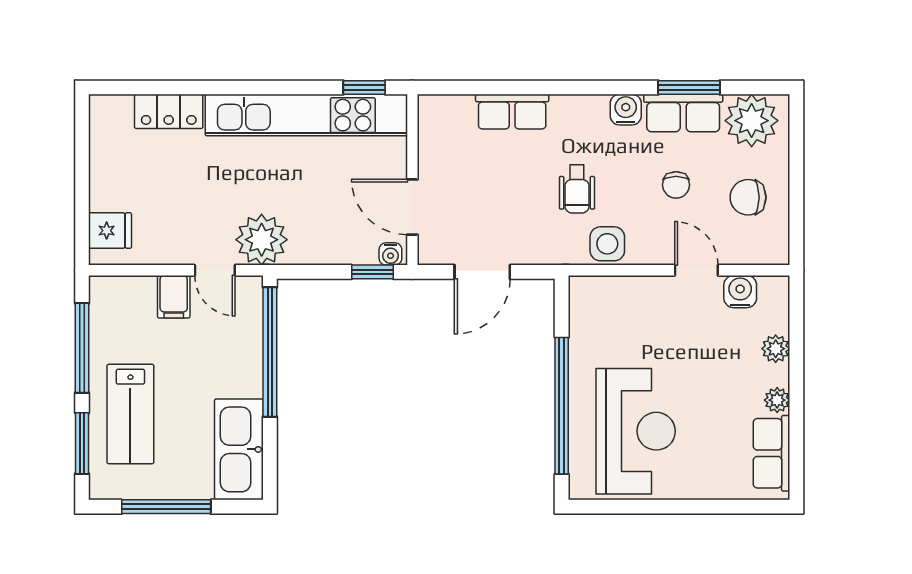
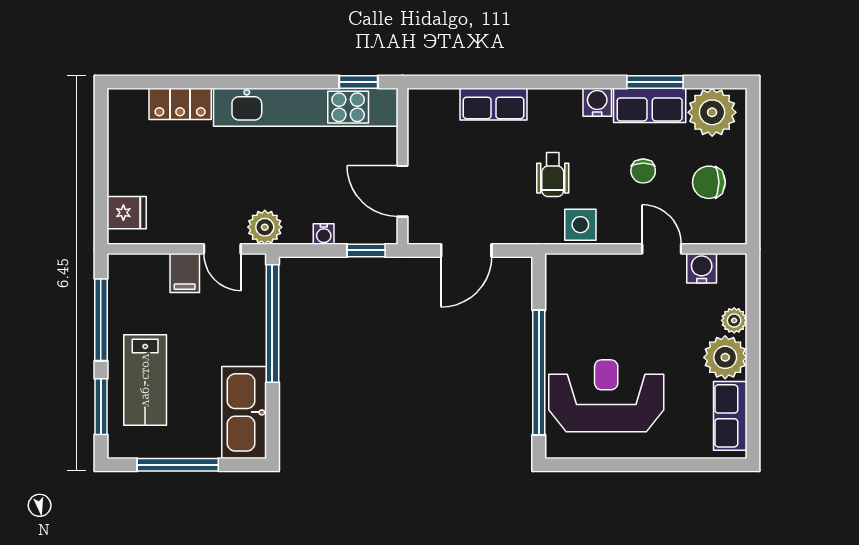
plant: (262, 240) -> (265, 227), width x0.73, depth x0.73
water cooler: (390, 254) -> (324, 234), moved
plant: (777, 400) -> (725, 357), width x1.88, depth x1.88
reception desk: (636, 431) -> (606, 396), turned -90

